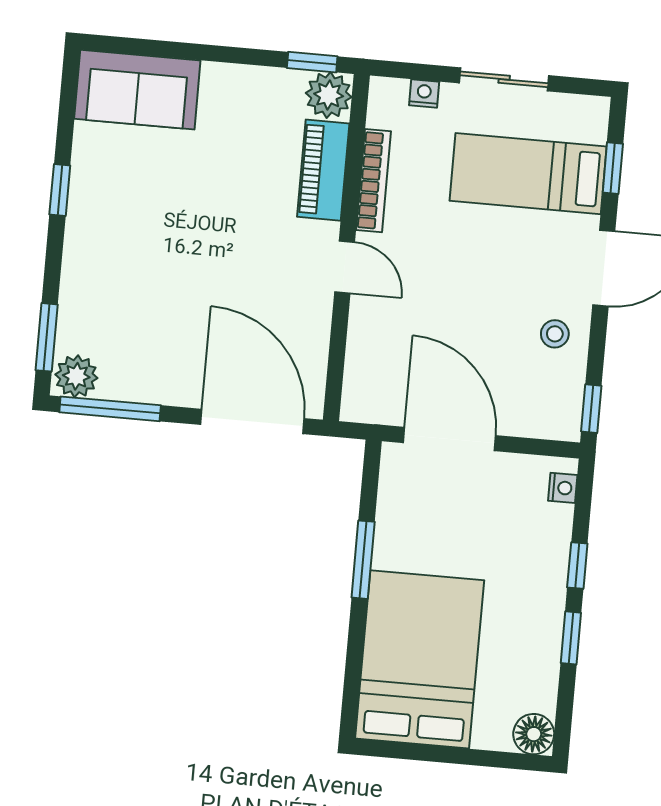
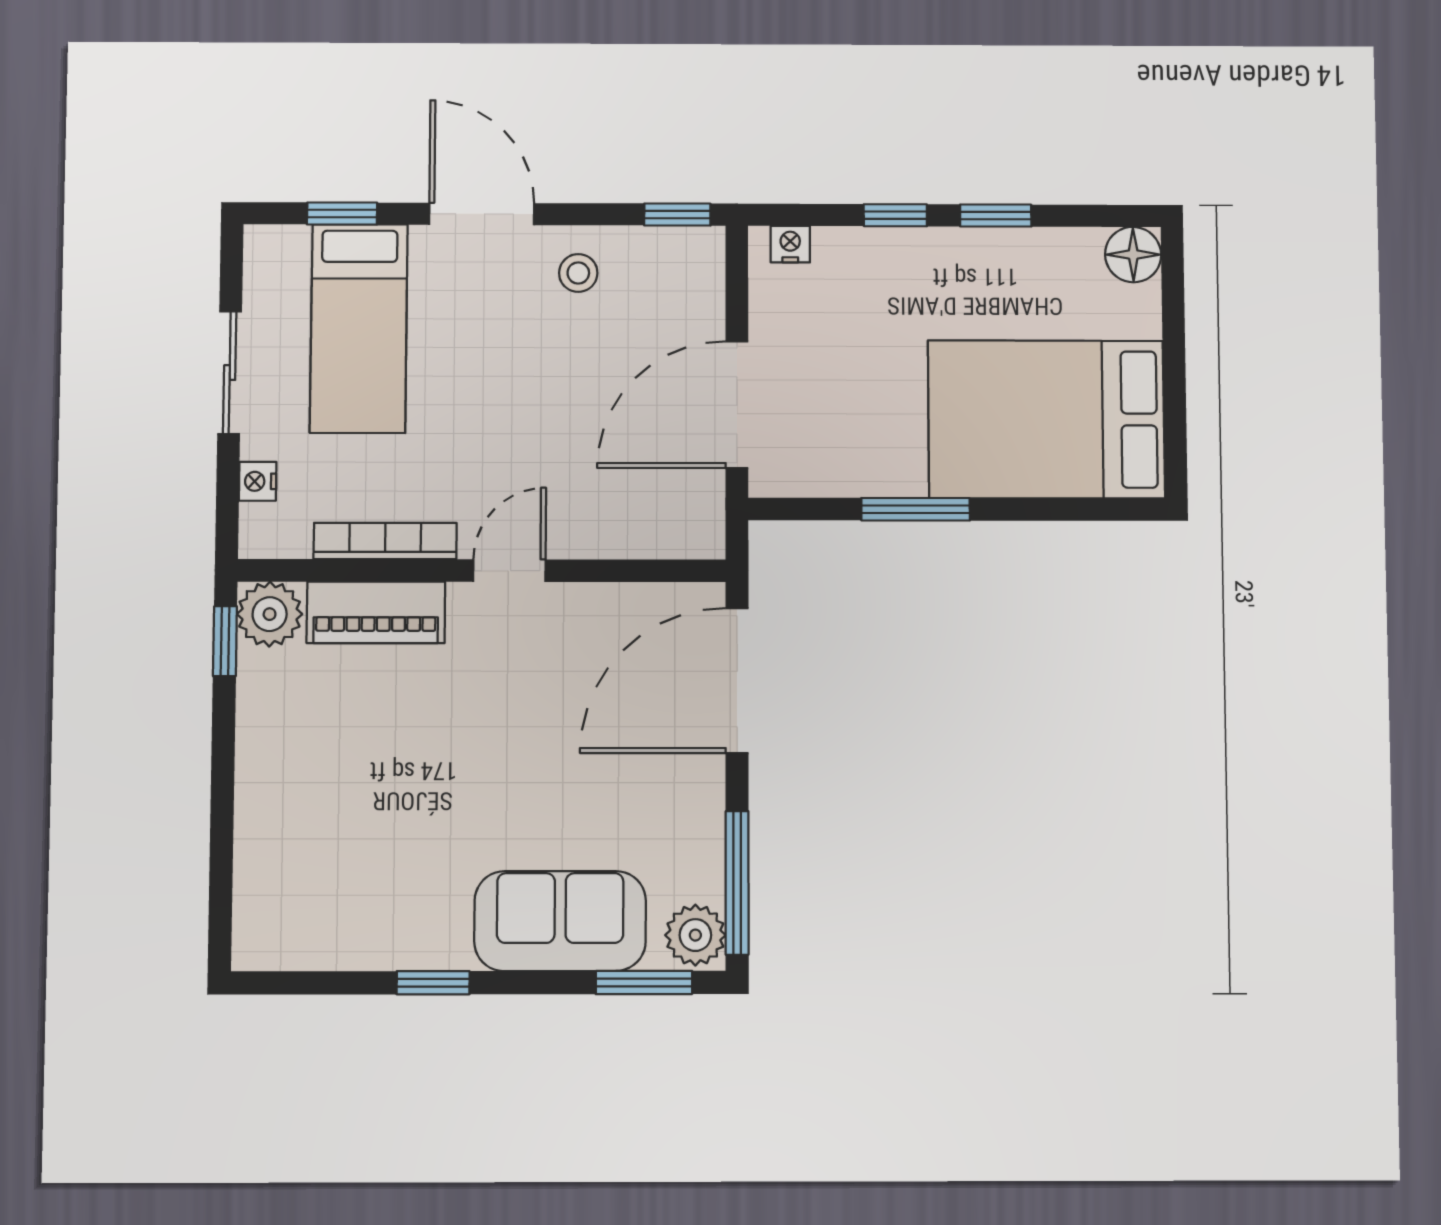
sofa: (137, 90) -> (560, 921), moved, turned -90

